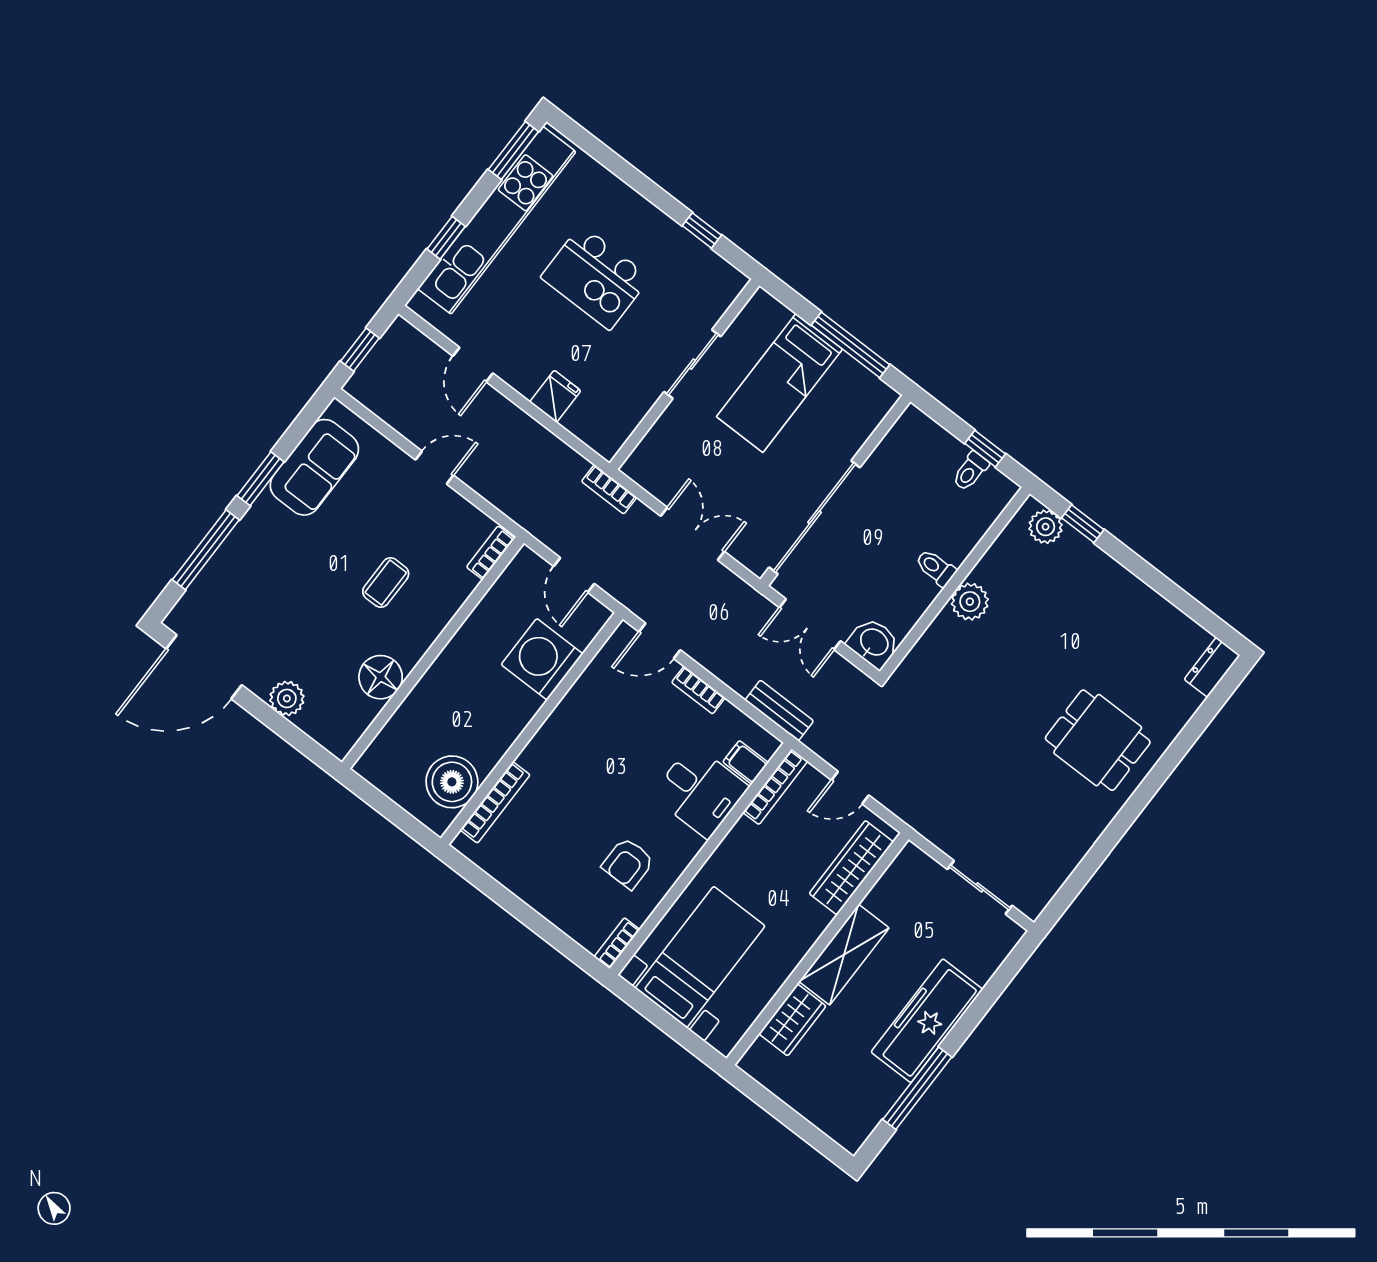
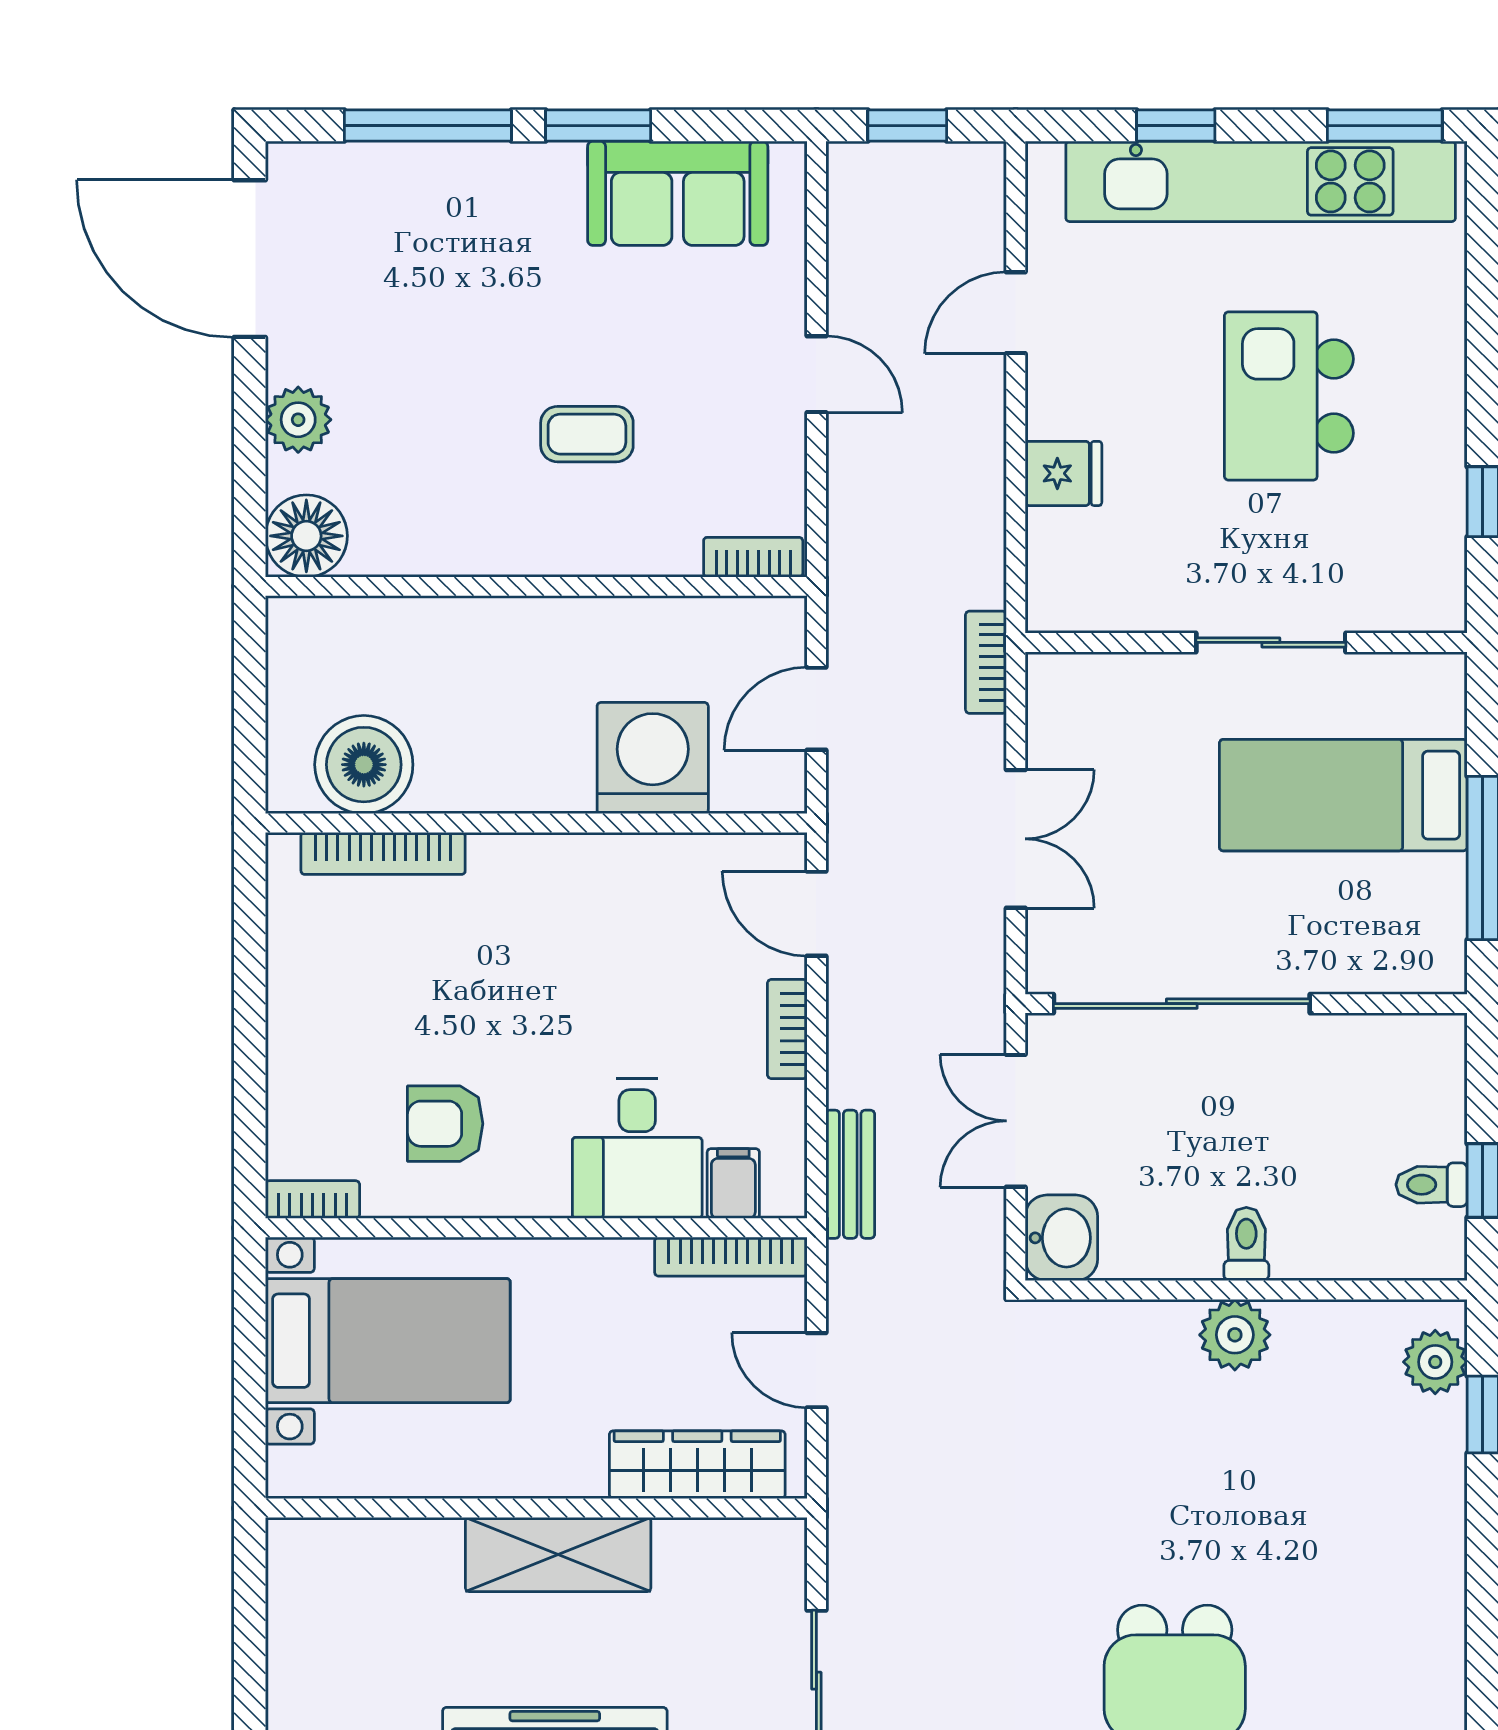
floor lamp: (381, 677) -> (306, 536), moved
wardrobe: (792, 1020) -> (400, 1552), removed

